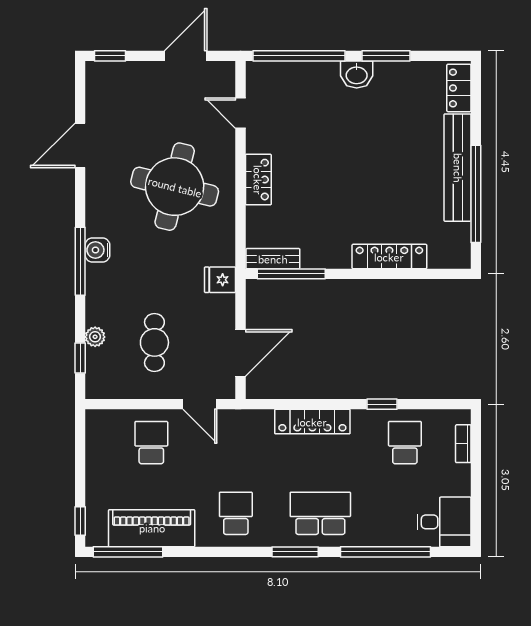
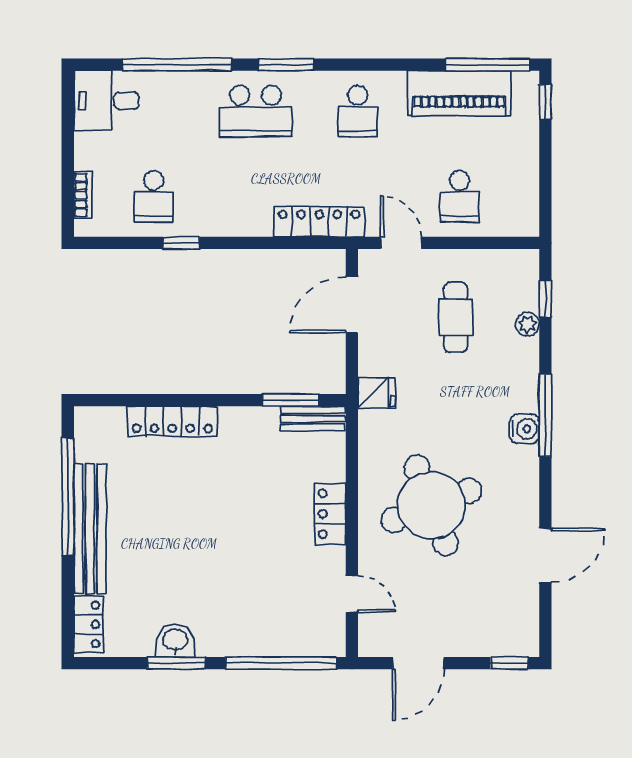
washbasin: (357, 75) -> (175, 641), moved
round table: (175, 187) -> (431, 505), turned -35
window: (291, 274) -> (291, 400), width x0.69
locker: (312, 422) -> (319, 222), moved

